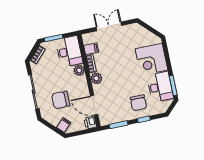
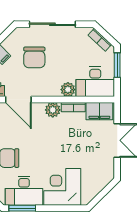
filing cabinet: (91, 49) -> (99, 111), width x2.00
chair: (61, 100) -> (34, 57), turned 180
door: (94, 105) -> (18, 100), swing flipped

